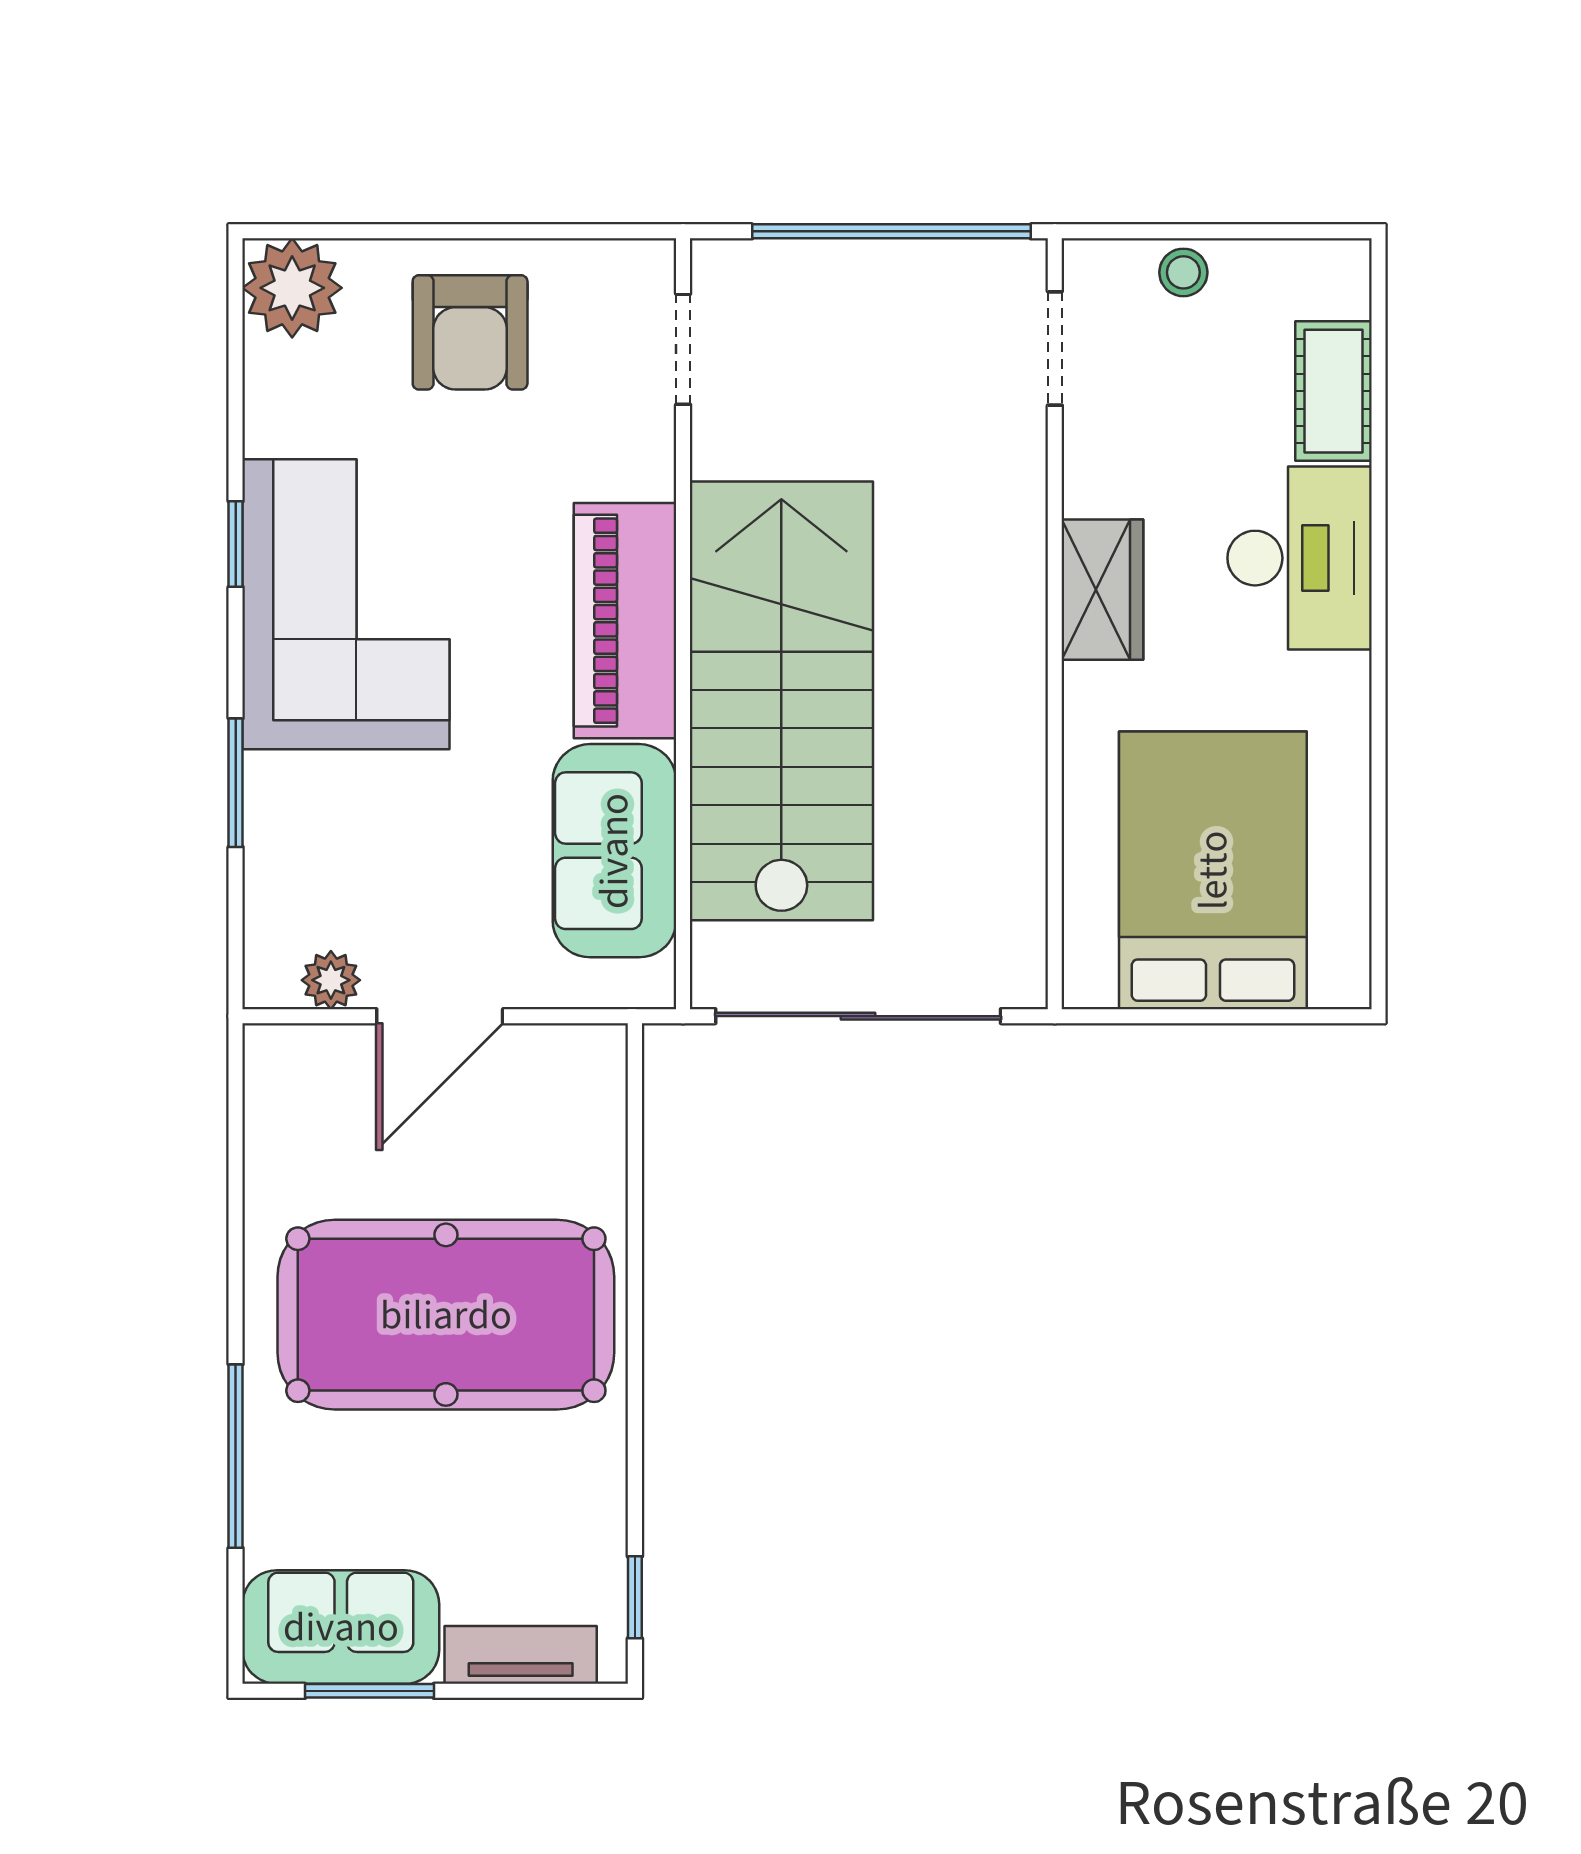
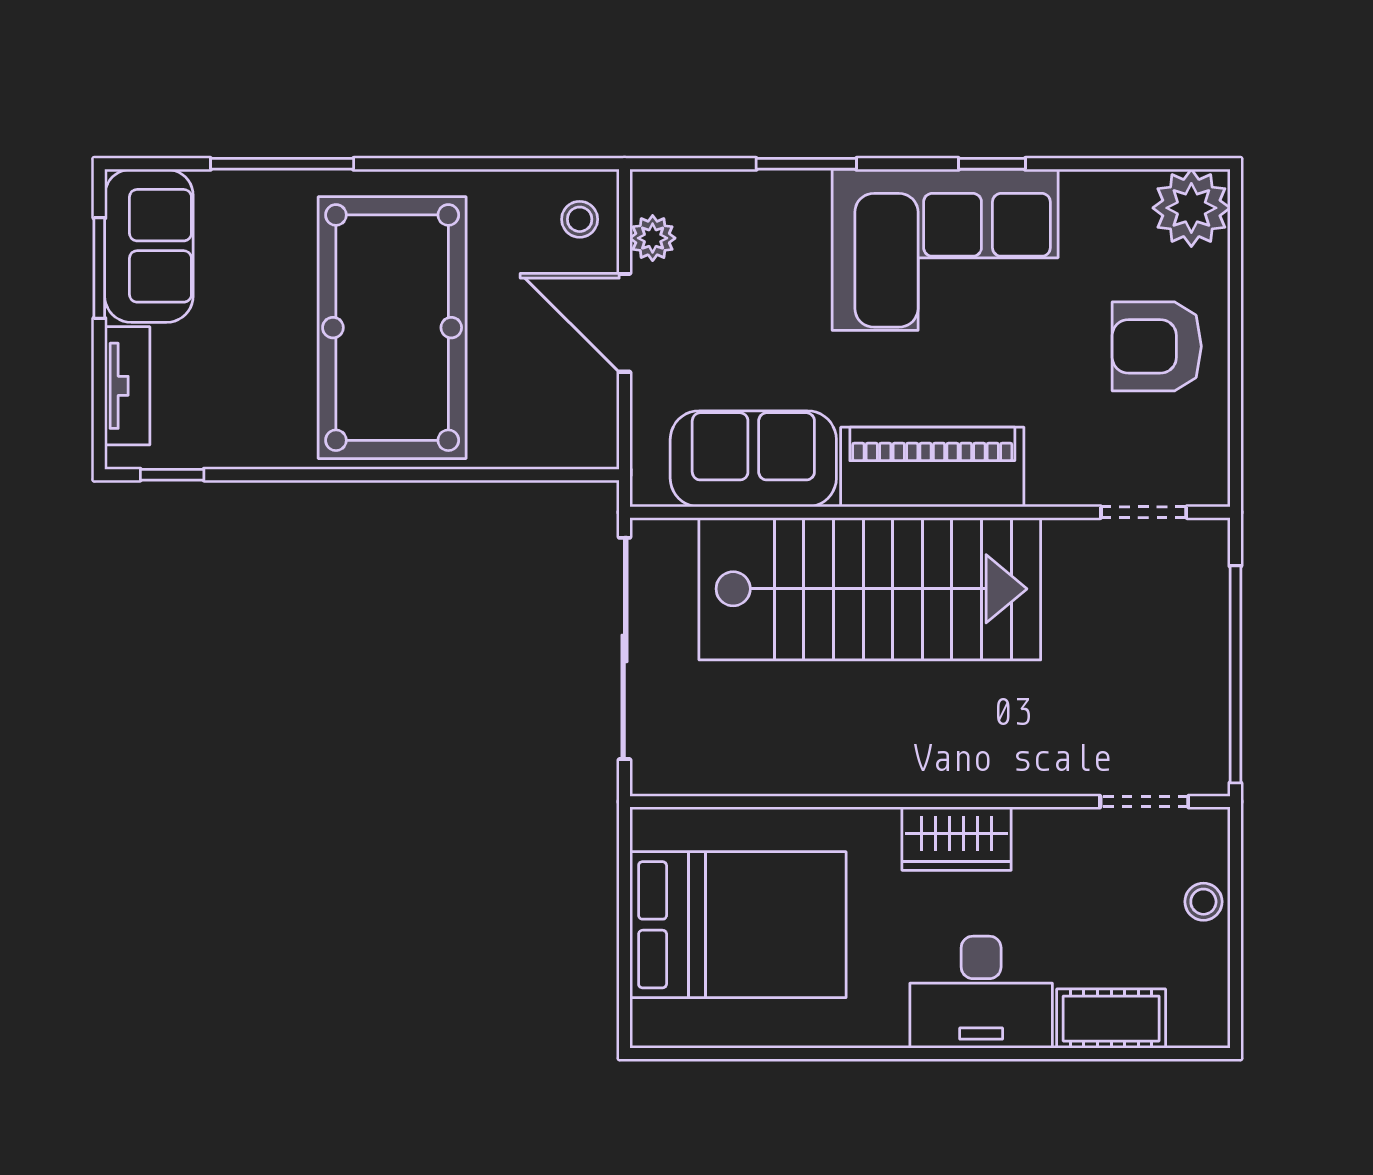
stool: (307, 1074) -> (580, 219), added

